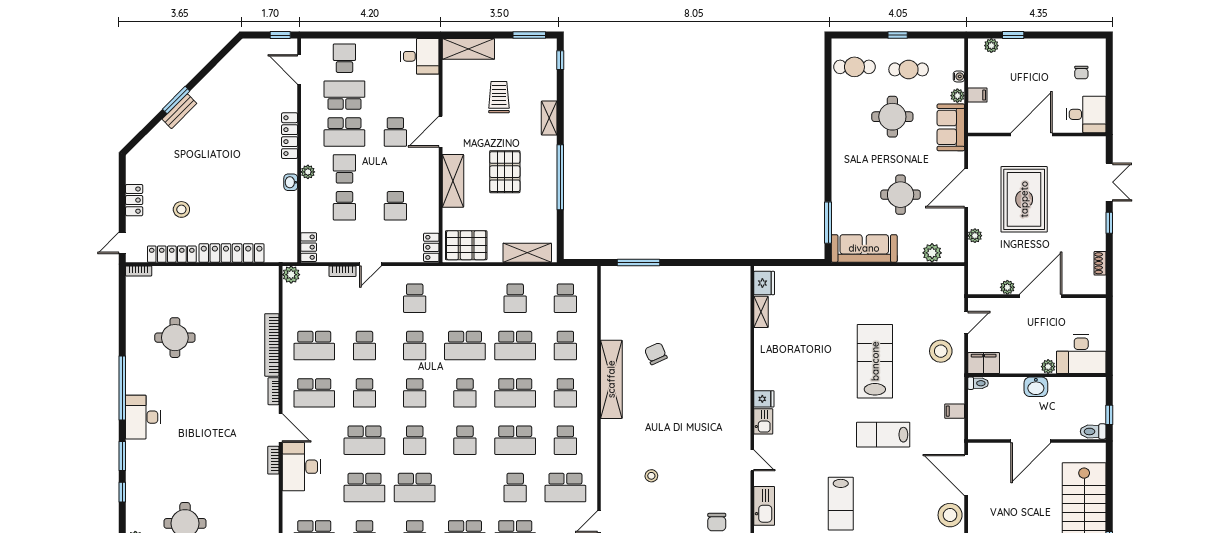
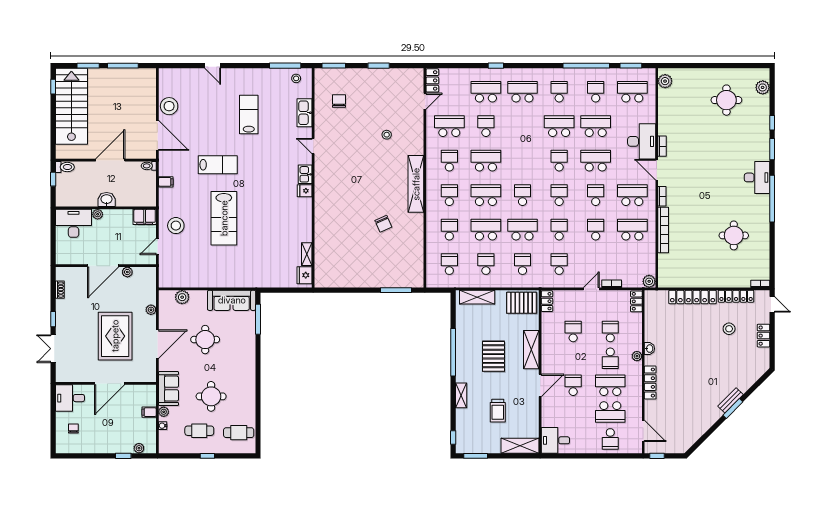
door: (122, 243) -> (772, 304), hinge flipped
shelving: (611, 379) -> (416, 184), moved
toilet: (978, 383) -> (149, 166), moved
school desk: (465, 440) -> (522, 264), moved

